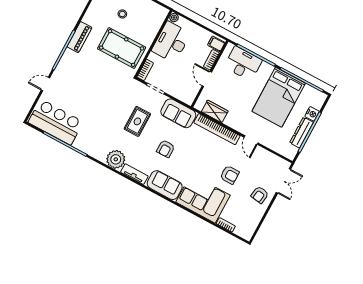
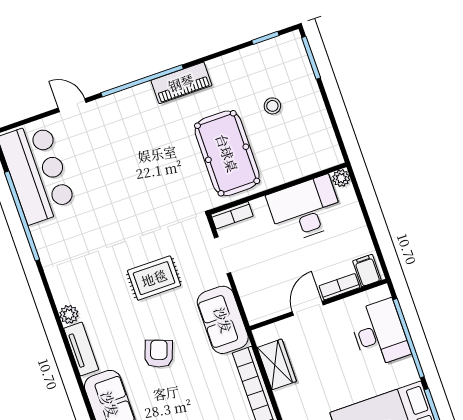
armchair: (166, 149) -> (159, 354), turned 110
plant: (116, 159) -> (69, 314), width x0.53, depth x0.53

